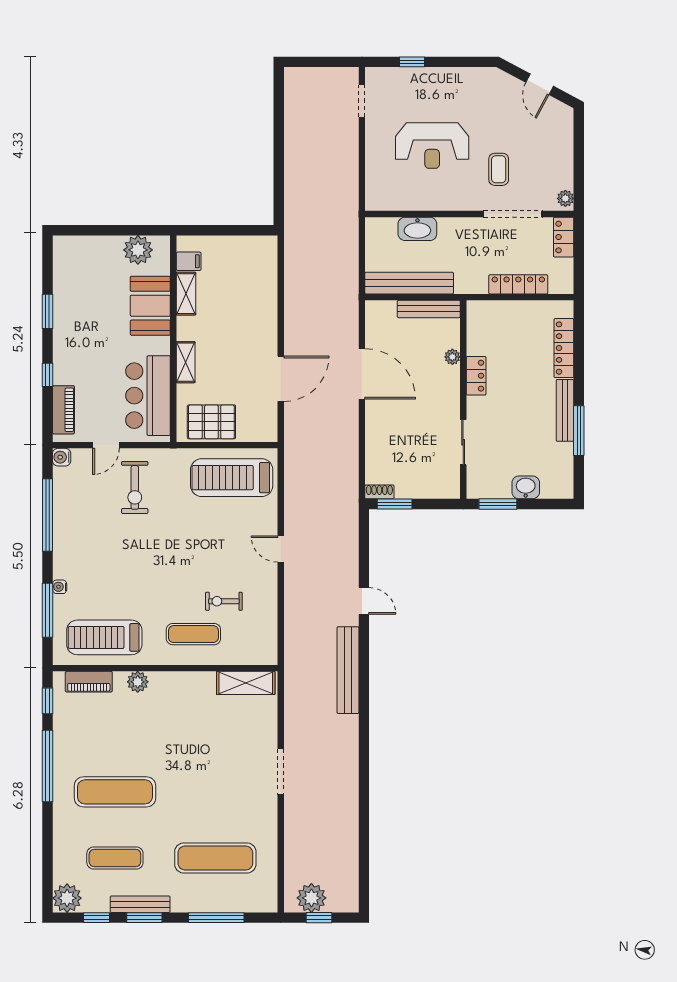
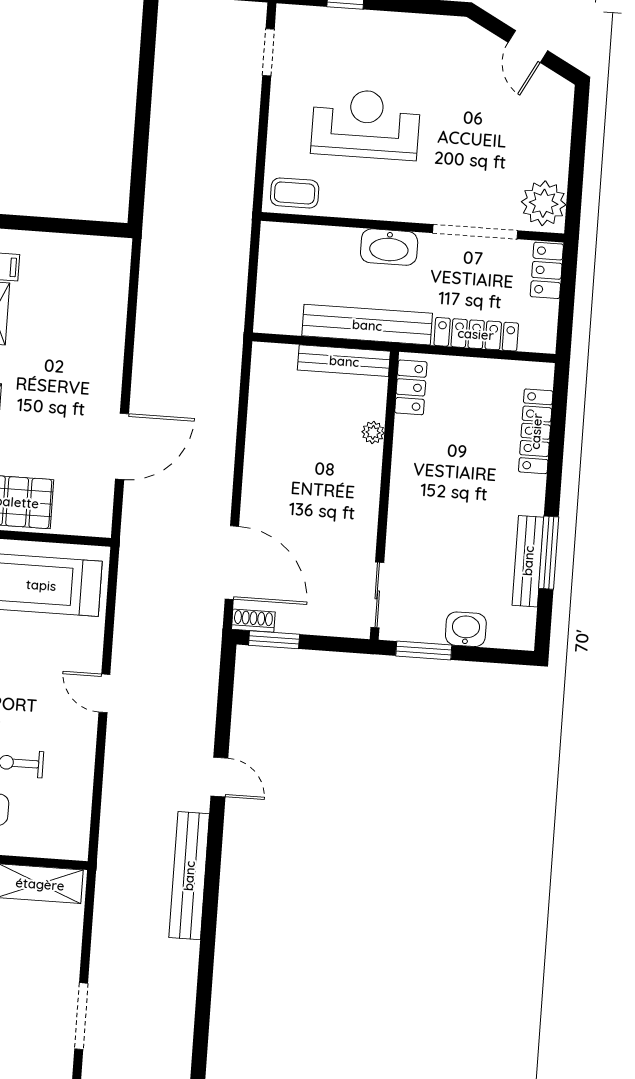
reception desk: (432, 146) -> (366, 124), turned 180
coffee table: (499, 169) -> (295, 193), moved, turned 90
plant: (565, 198) -> (544, 203), width x1.87, depth x1.87
washbasin: (417, 229) -> (389, 247), moved
bench: (409, 283) -> (367, 325), moved
door: (362, 374) -> (232, 563), moved
locker: (476, 376) -> (411, 387), moved
bench: (565, 410) -> (528, 561), moved
sliding door: (463, 442) -> (377, 595), moved

